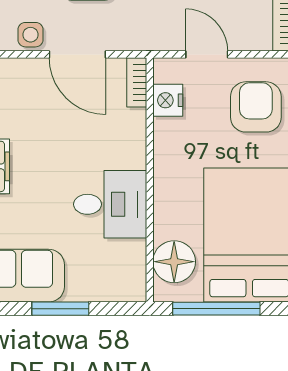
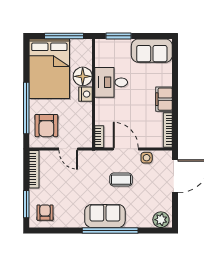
nightstand: (168, 100) -> (86, 94), moved
floor lamp: (174, 262) -> (83, 76), moved
window: (60, 309) -> (119, 36), moved

